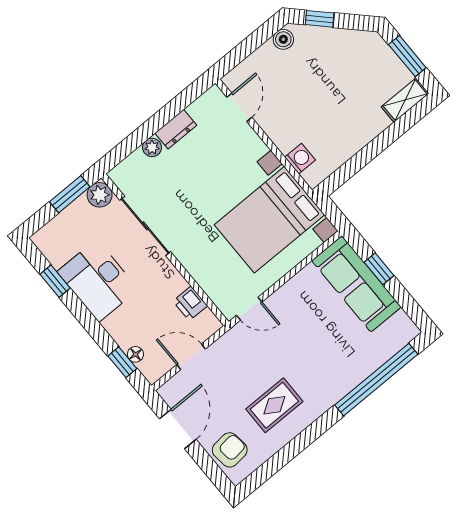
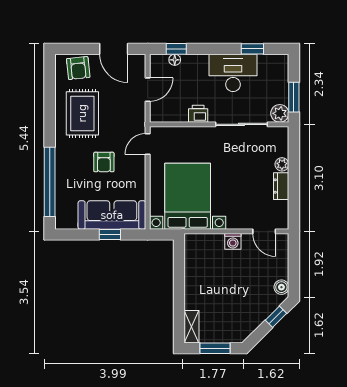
washing machine: (300, 159) -> (233, 241), moved
printer: (190, 303) -> (198, 114), moved
armchair: (307, 339) -> (104, 162), added
rug: (274, 405) -> (82, 113), width x1.36, depth x1.43

